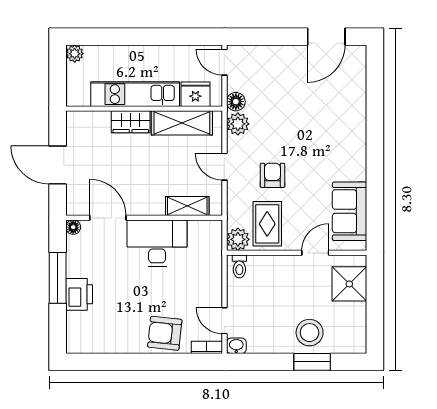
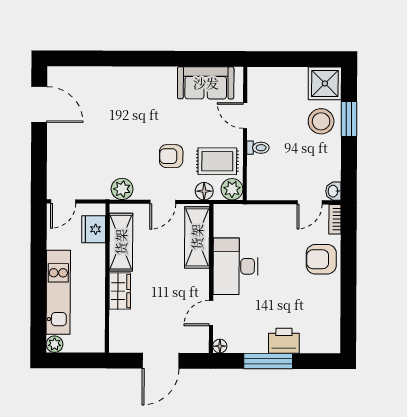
kitchen unit: (135, 94) -> (58, 292), moved, turned 180
floor lamp: (236, 102) -> (204, 191), moved
shelving: (187, 206) -> (197, 237), width x1.50, depth x1.33
door: (108, 218) -> (211, 313), width x0.73
toilet: (239, 266) -> (258, 148), moved
shower: (349, 284) -> (325, 83), moved
armchair: (165, 333) -> (321, 259), turned 84

